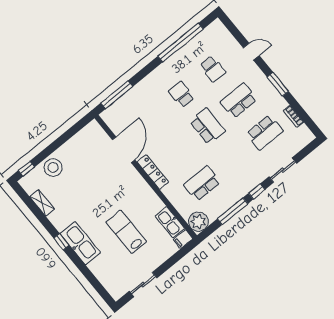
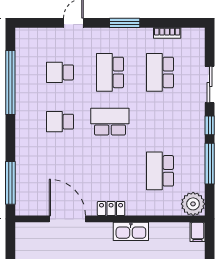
school desk: (213, 69) -> (60, 72), turned 180
school desk: (265, 132) -> (160, 72), turned 180
locker: (153, 172) -> (111, 209), width x0.66
kitchen sink: (170, 222) -> (131, 231), moved

